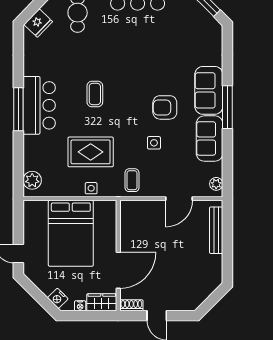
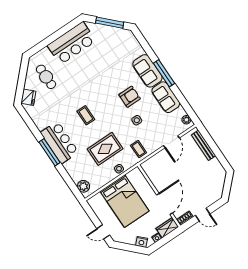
armchair: (165, 107) -> (130, 97), turned 180

